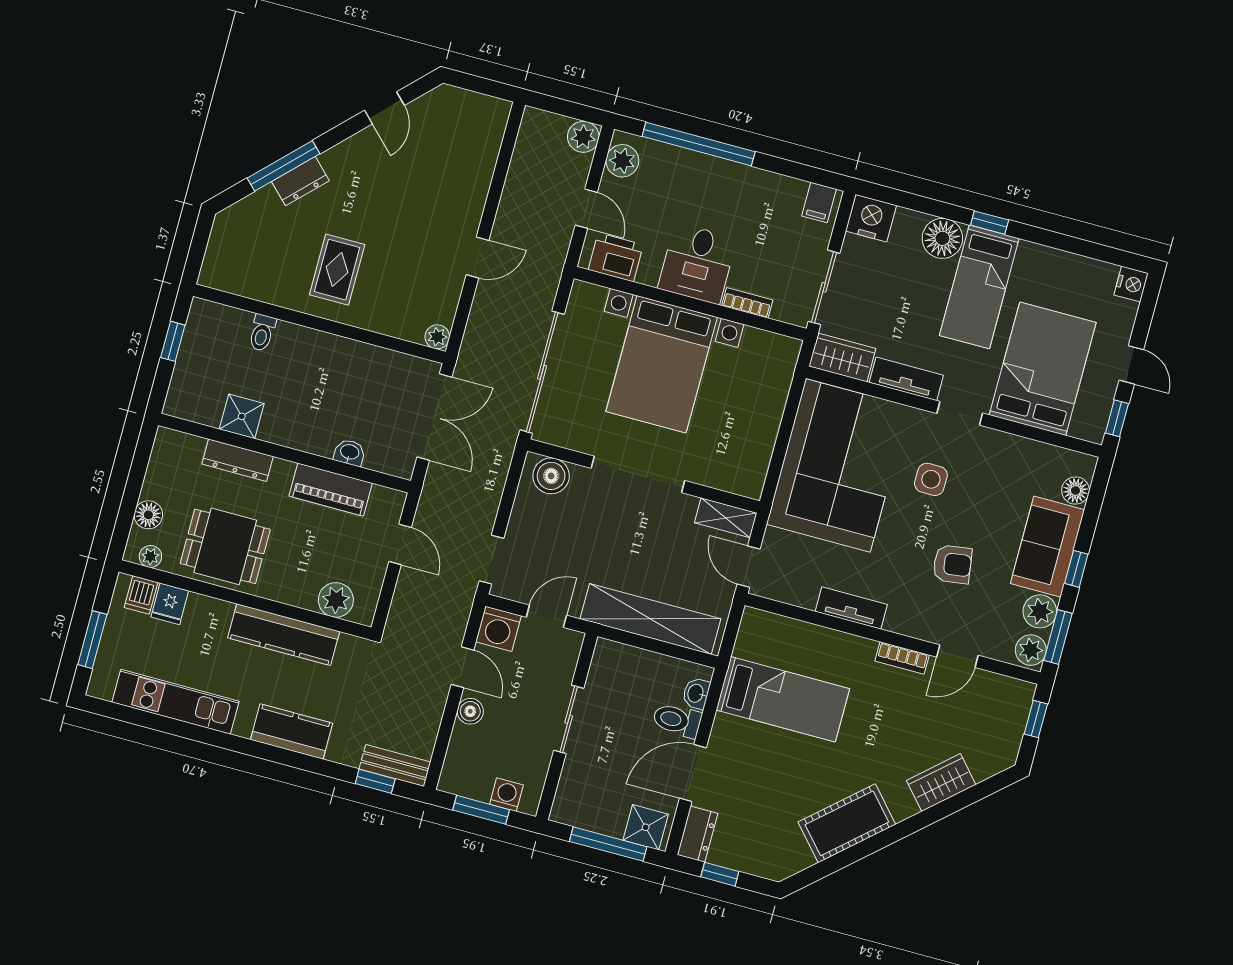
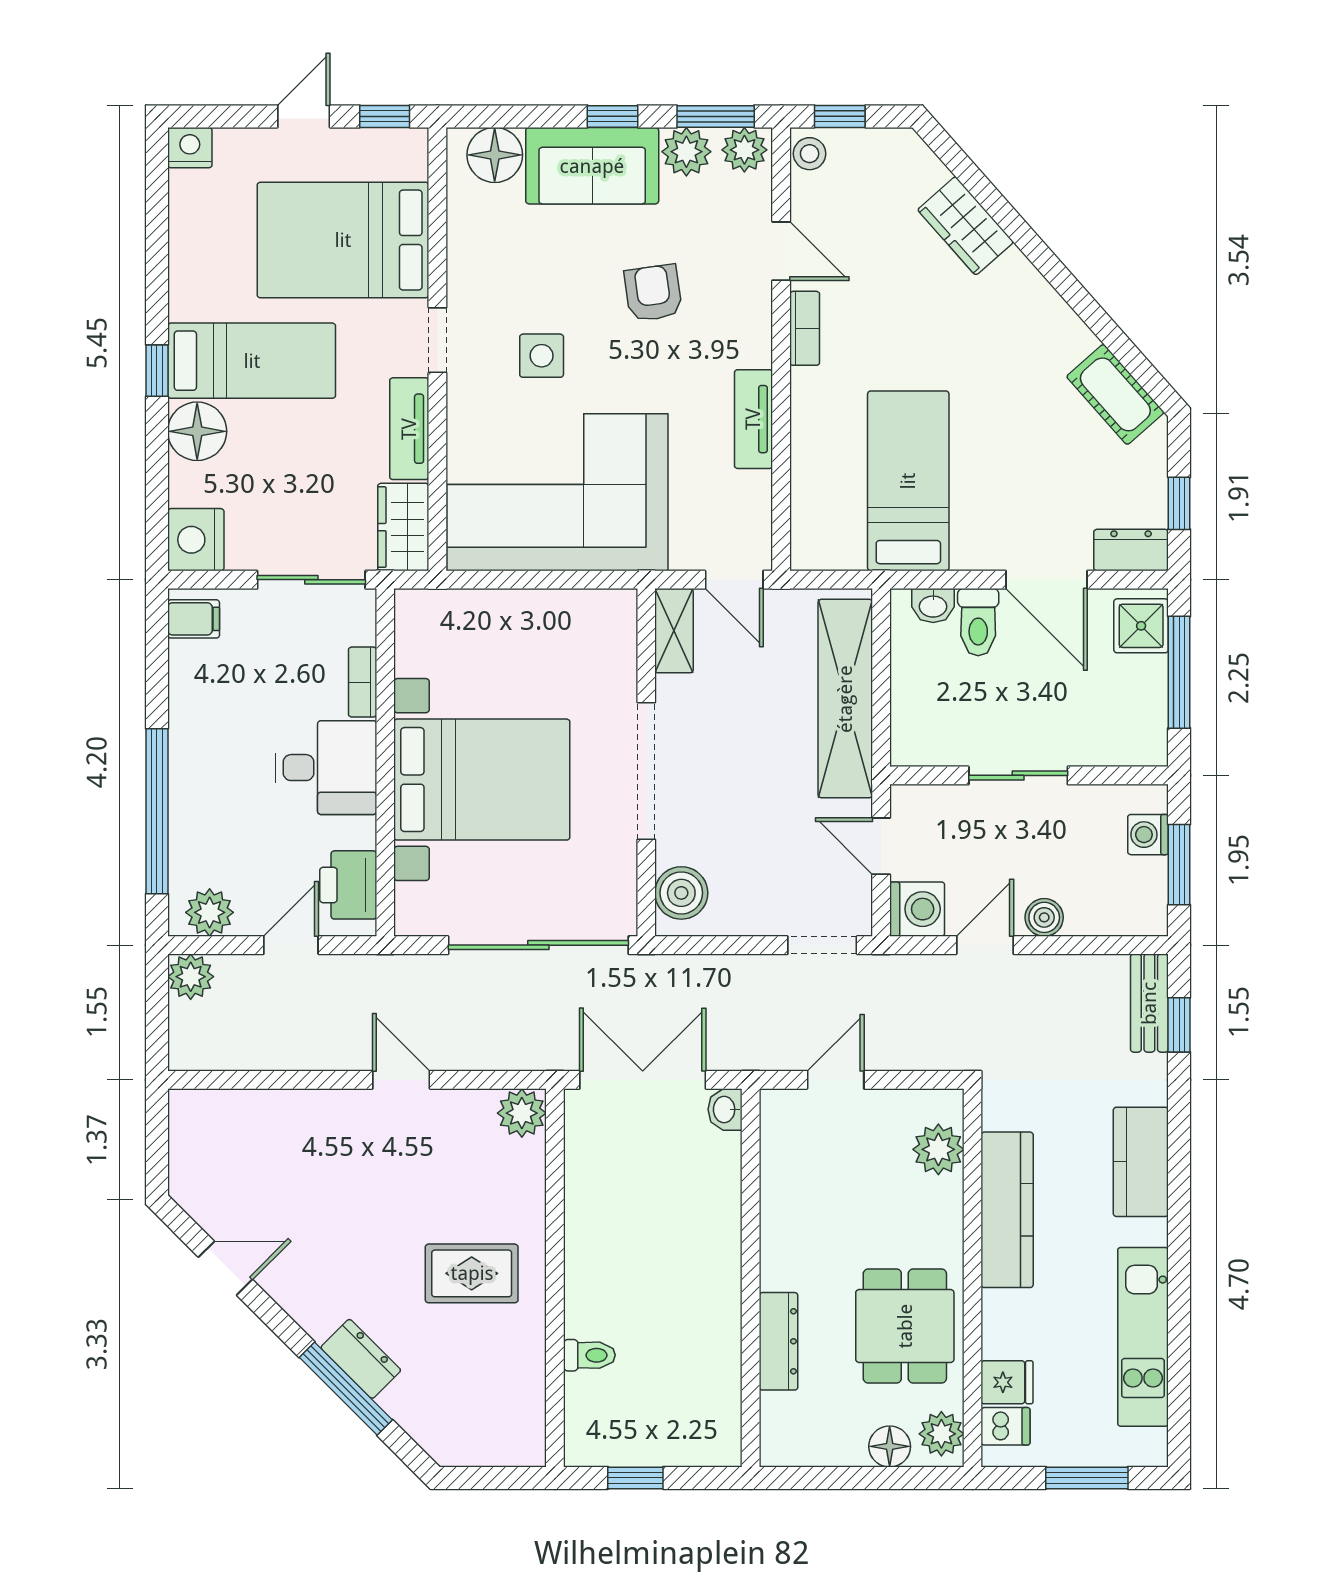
plant: (437, 337) -> (522, 1113), width x1.38, depth x1.38
shower: (242, 416) -> (715, 1352), removed
washbasin: (350, 453) -> (725, 1109), moved
piano: (331, 490) -> (785, 1199), removed
floor lamp: (1076, 490) -> (495, 155), width x1.38, depth x1.38
plant: (150, 556) -> (941, 1434), width x1.38, depth x1.38
door: (749, 567) -> (734, 580), hinge flipped
stool: (1017, 692) -> (810, 154), added
cot: (847, 823) -> (1115, 394), moved, width x0.73, depth x0.75

